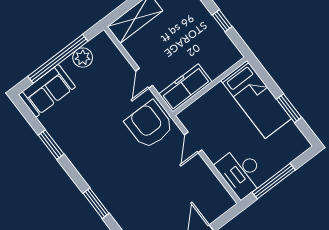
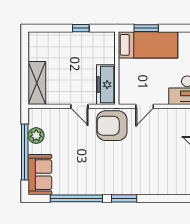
window: (289, 108) -> (146, 28), moved
door: (193, 142) -> (145, 106), hinge flipped
window: (51, 145) -> (76, 198), width x2.11
window: (96, 203) -> (124, 198), moved

